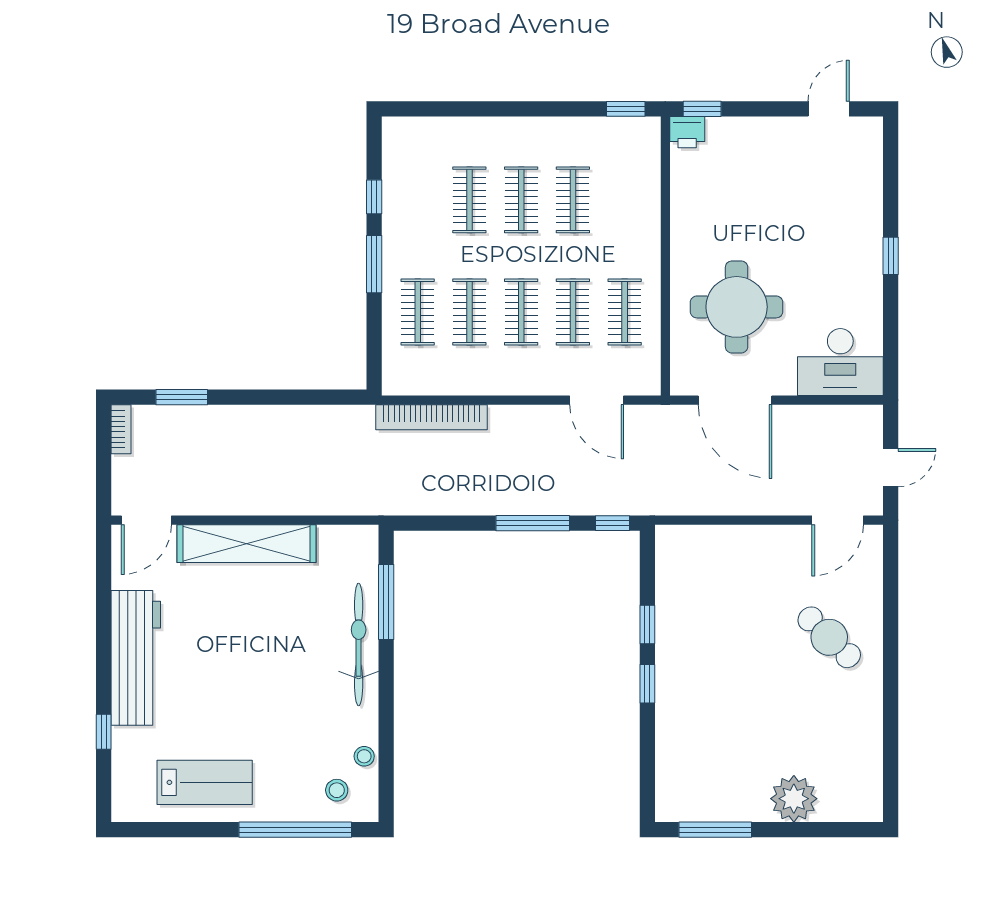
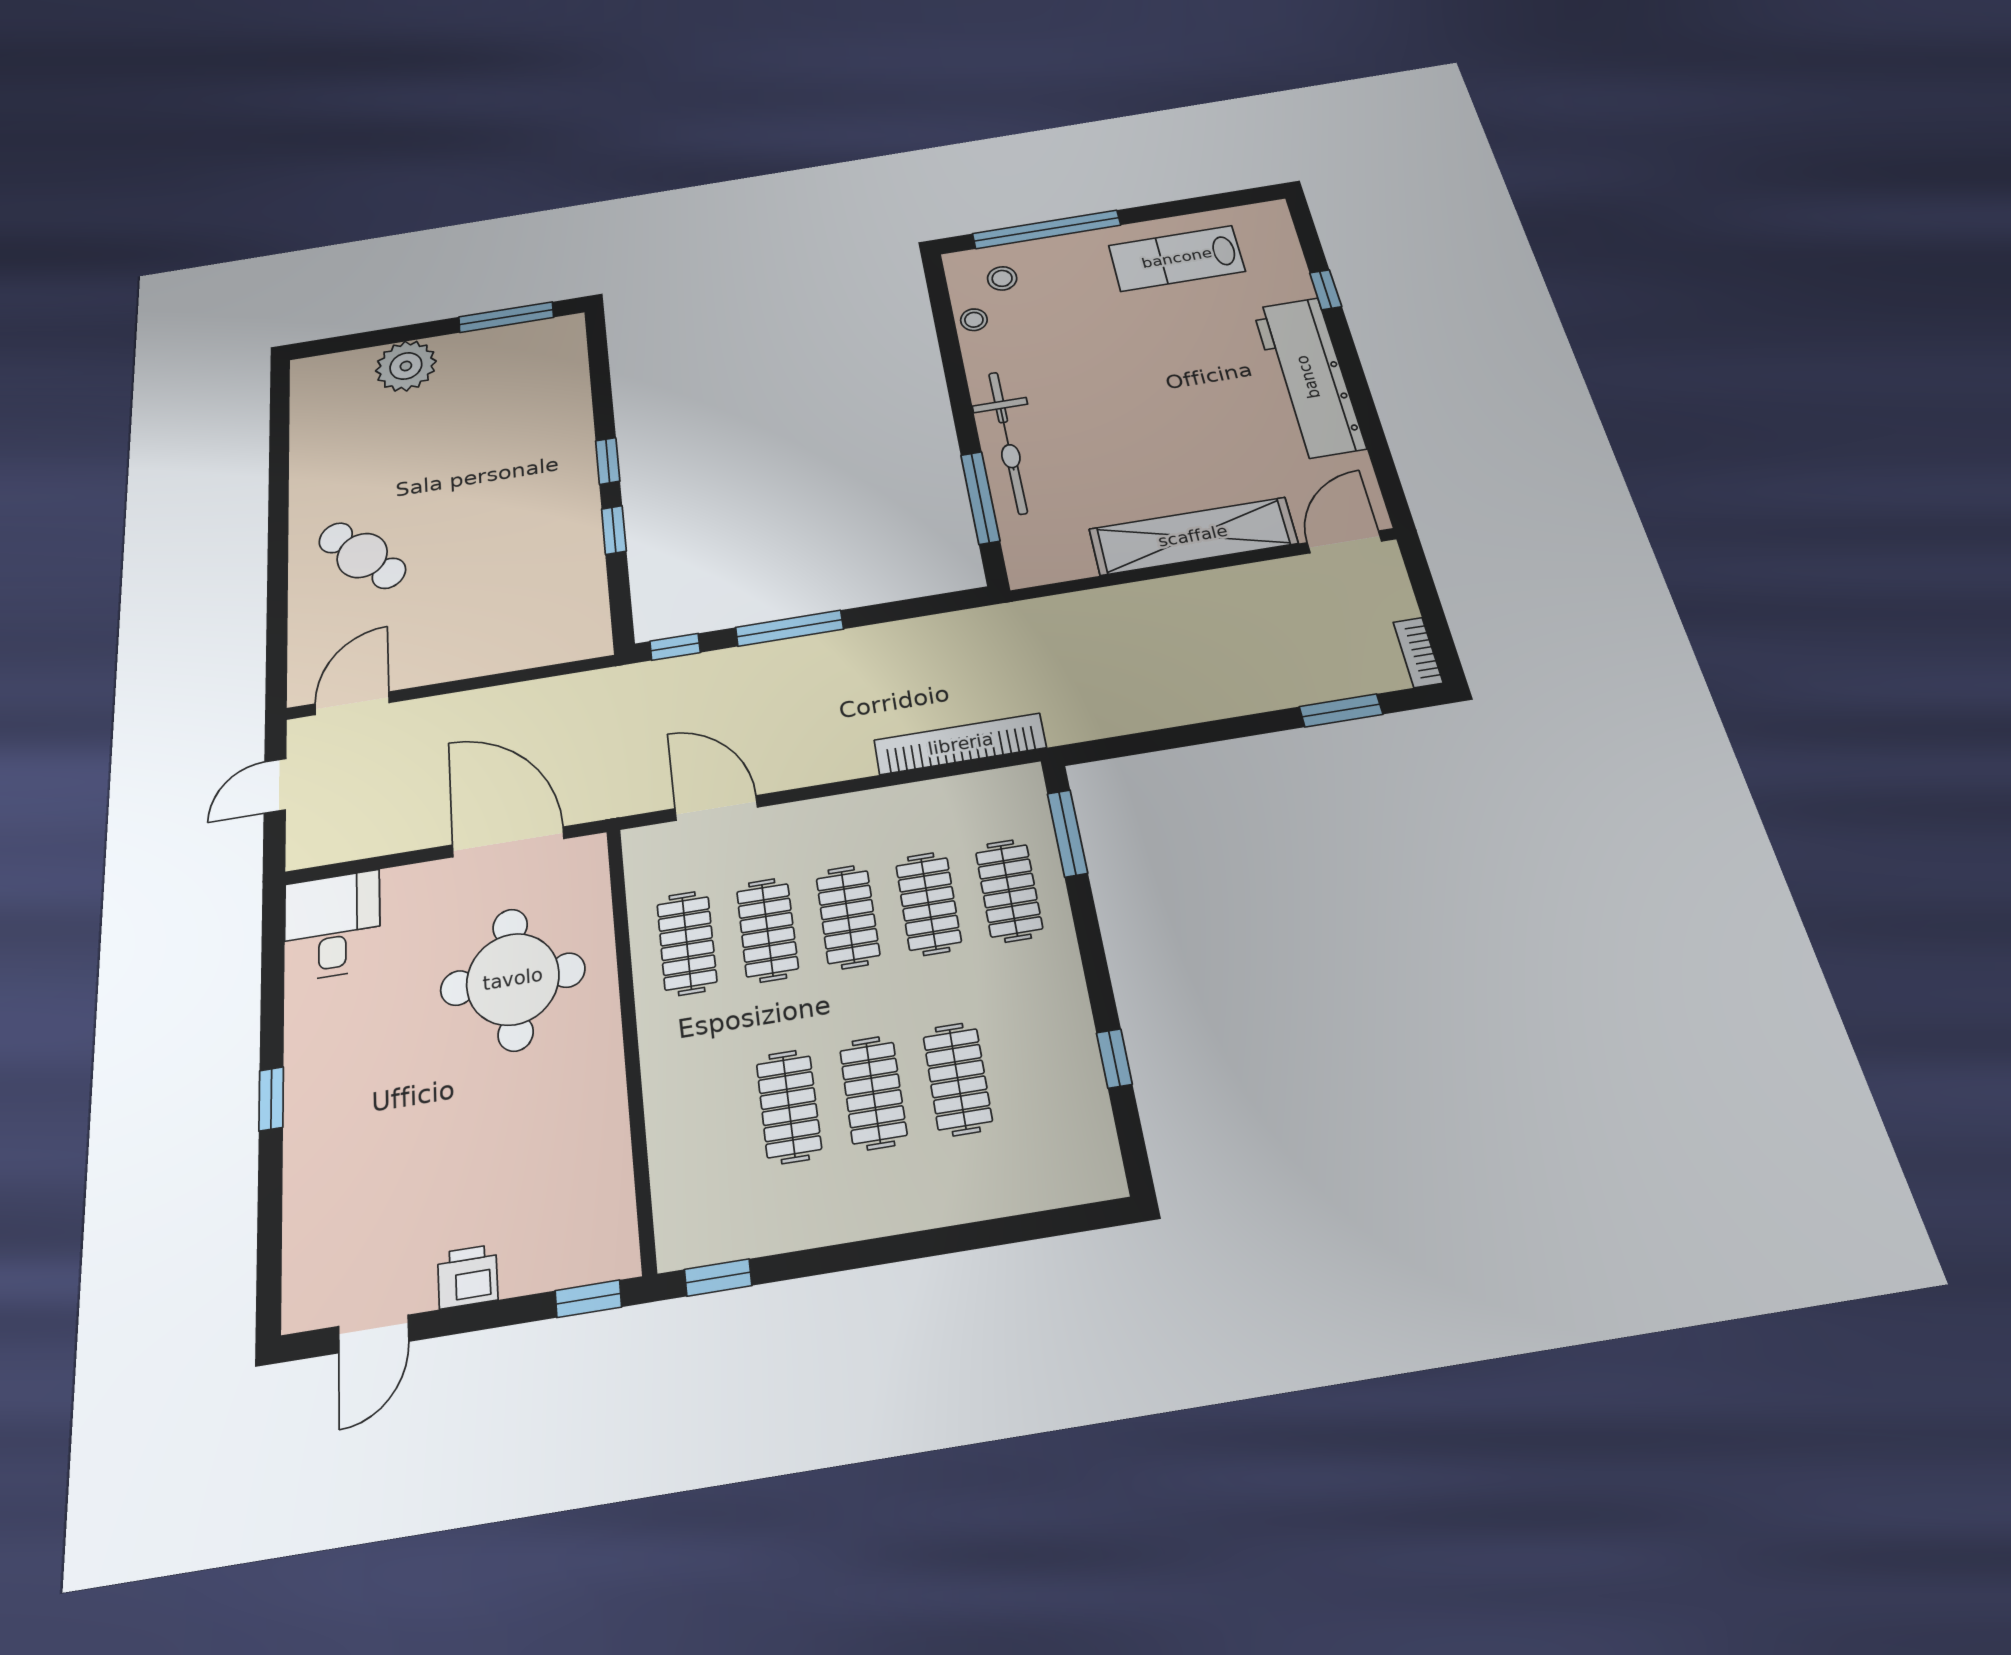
printer: (687, 132) -> (468, 1276), moved
window: (374, 264) -> (1067, 833), moved
desk: (840, 362) -> (332, 926), width x0.73

